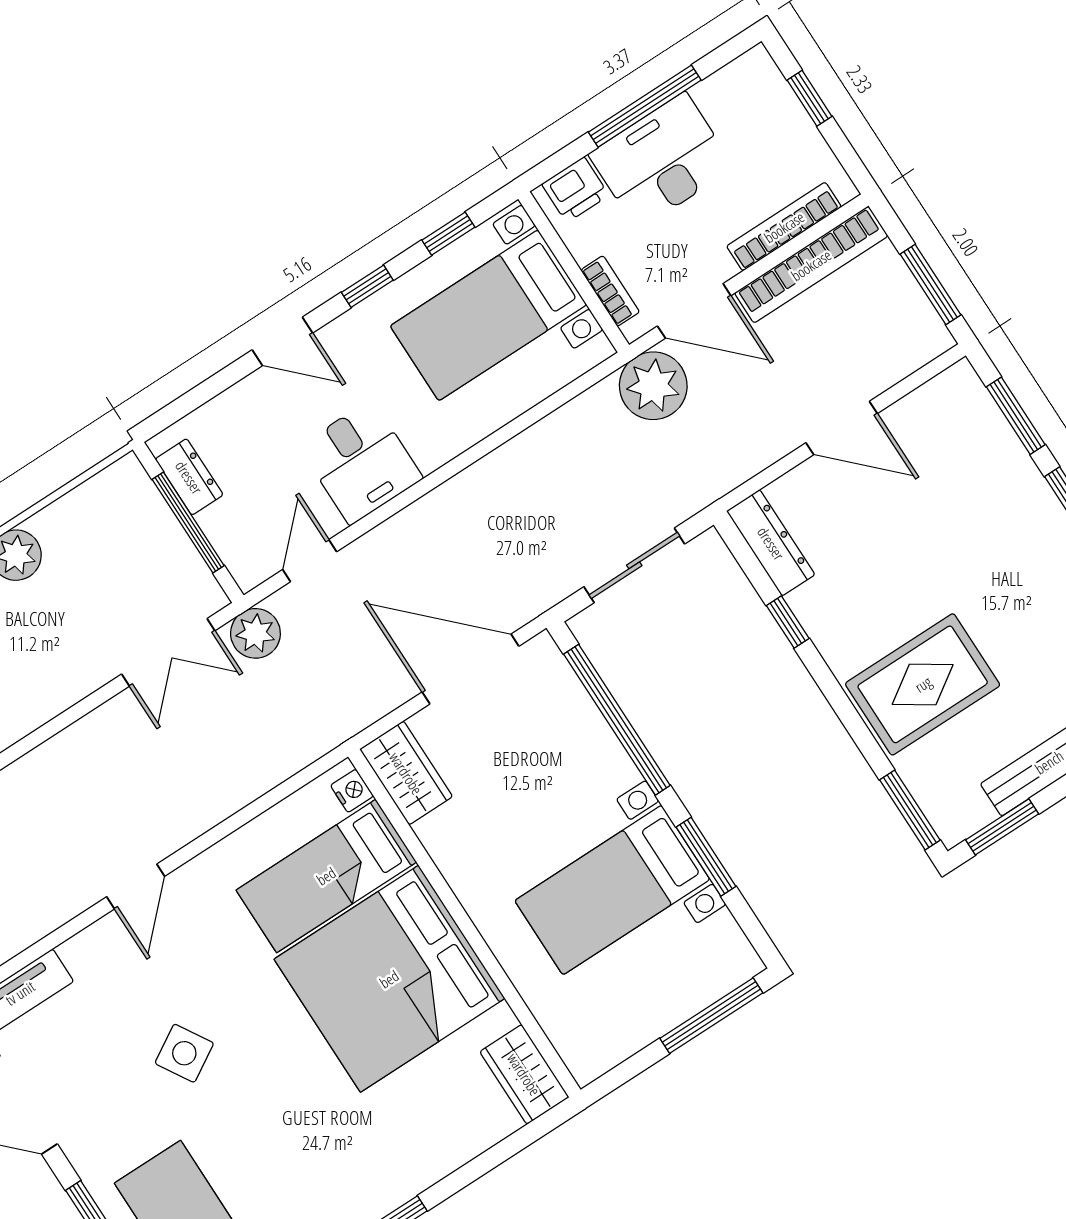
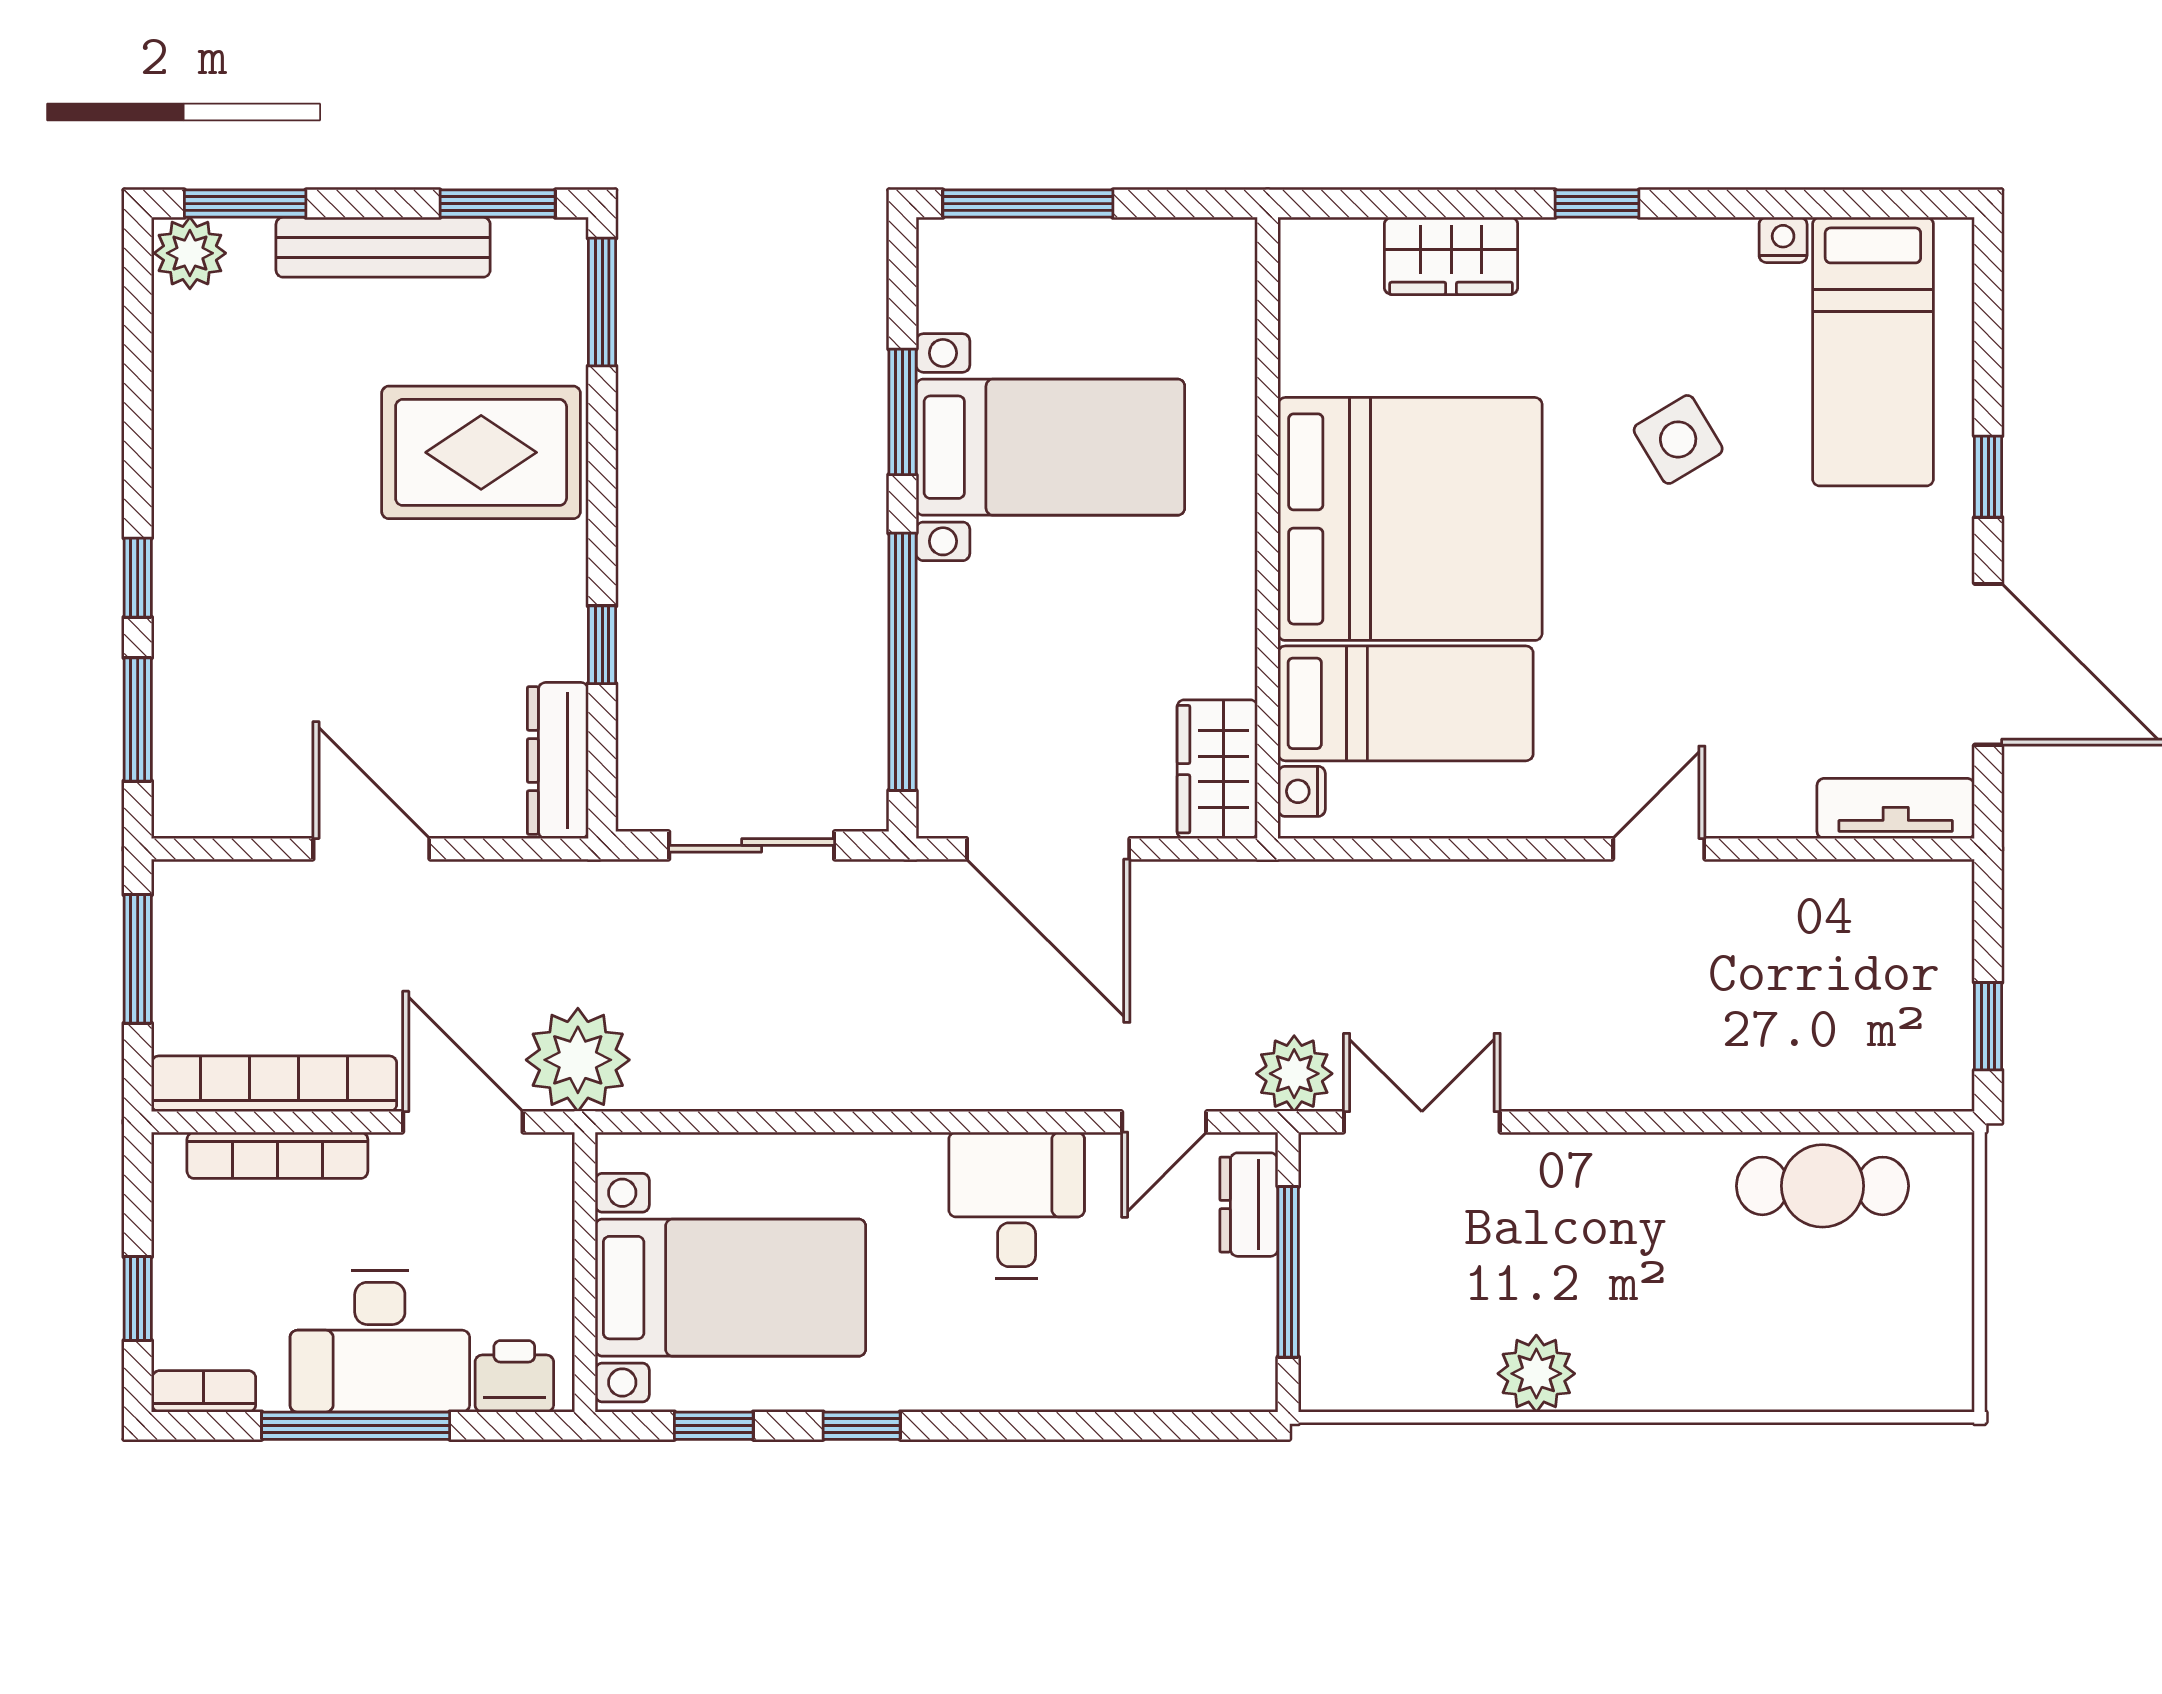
bookcase: (610, 291) -> (204, 1391), moved, turned 90
door: (282, 341) -> (1017, 1426), removed
dresser: (189, 477) -> (1249, 1205), moved
side table: (184, 1053) -> (1678, 439), moved
wardrobe: (524, 1074) -> (1451, 256), moved, turned 90

